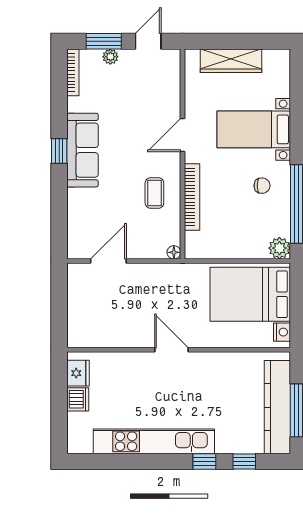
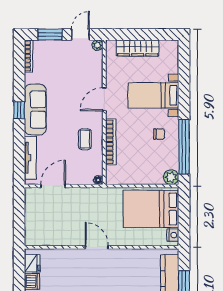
plant: (110, 57) -> (98, 45), moved
tv unit: (75, 220) -> (30, 158), added

